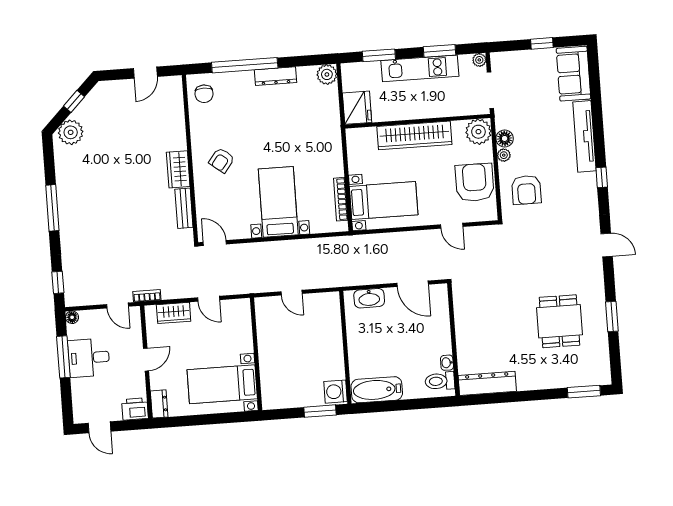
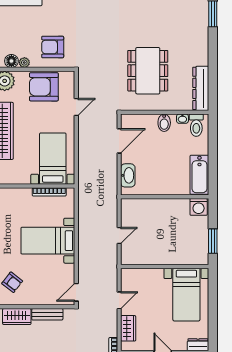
armchair: (526, 190) -> (53, 47), turned 180
dining table: (560, 321) -> (148, 71), moved, width x1.38
bidet: (440, 340) -> (164, 123), added
window: (320, 411) -> (213, 241), moved

